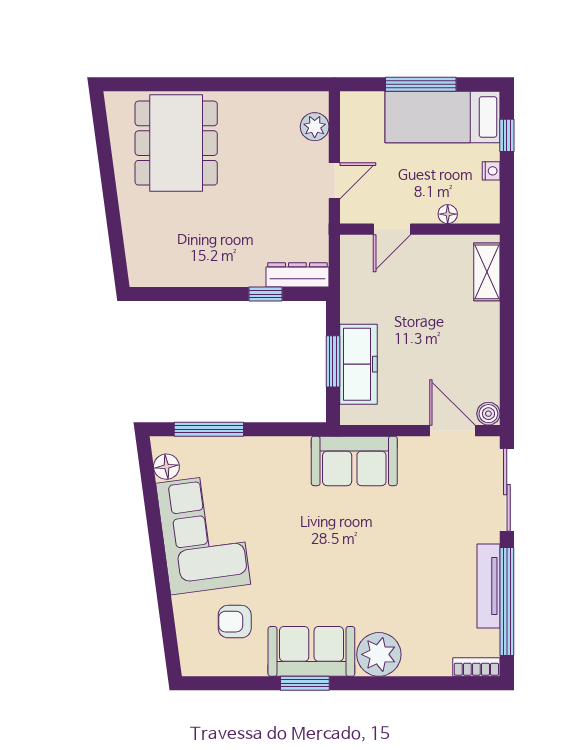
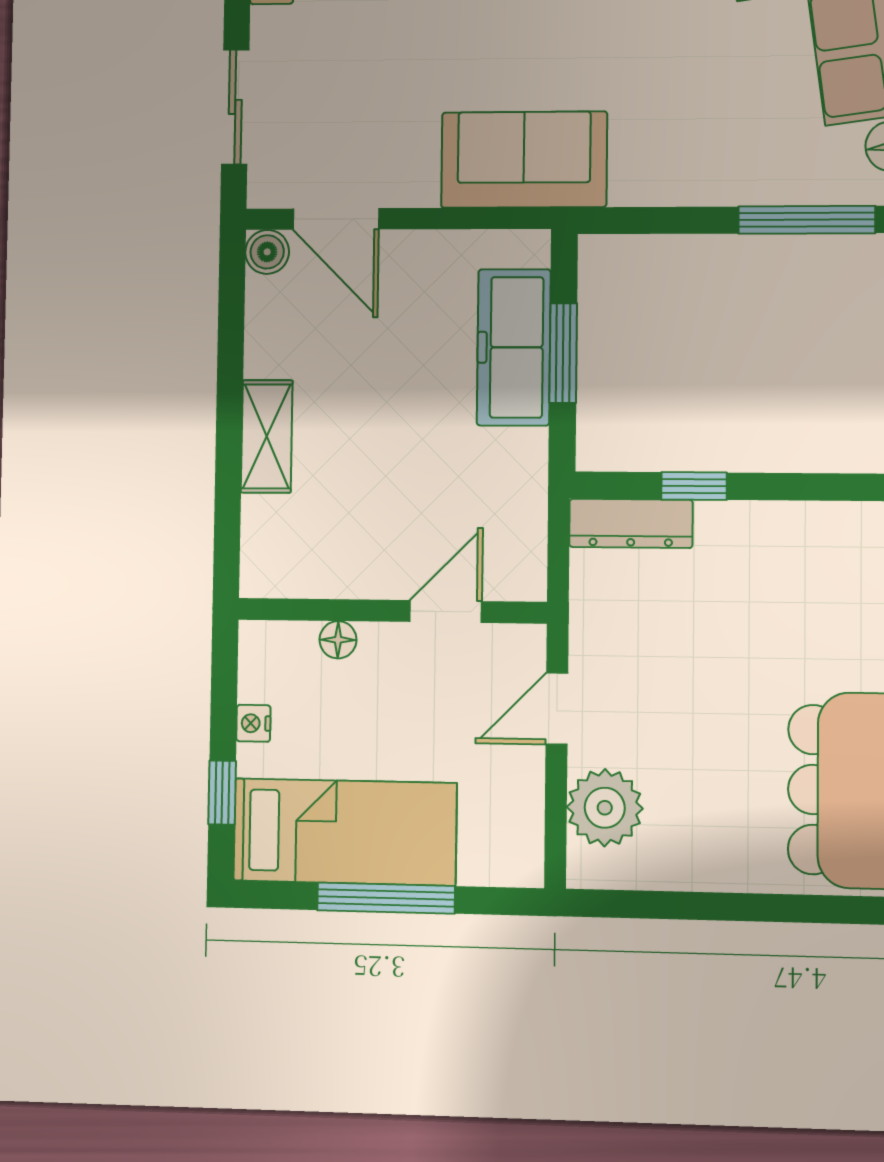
plant: (315, 127) -> (605, 808), width x1.36, depth x1.36
shelving: (487, 272) -> (267, 436), moved
sliding door: (507, 490) -> (235, 107), width x0.73

